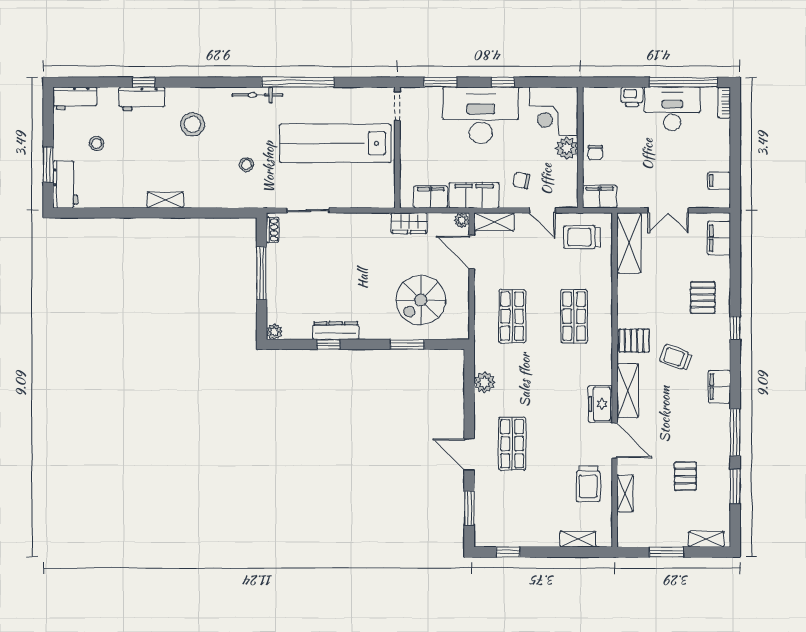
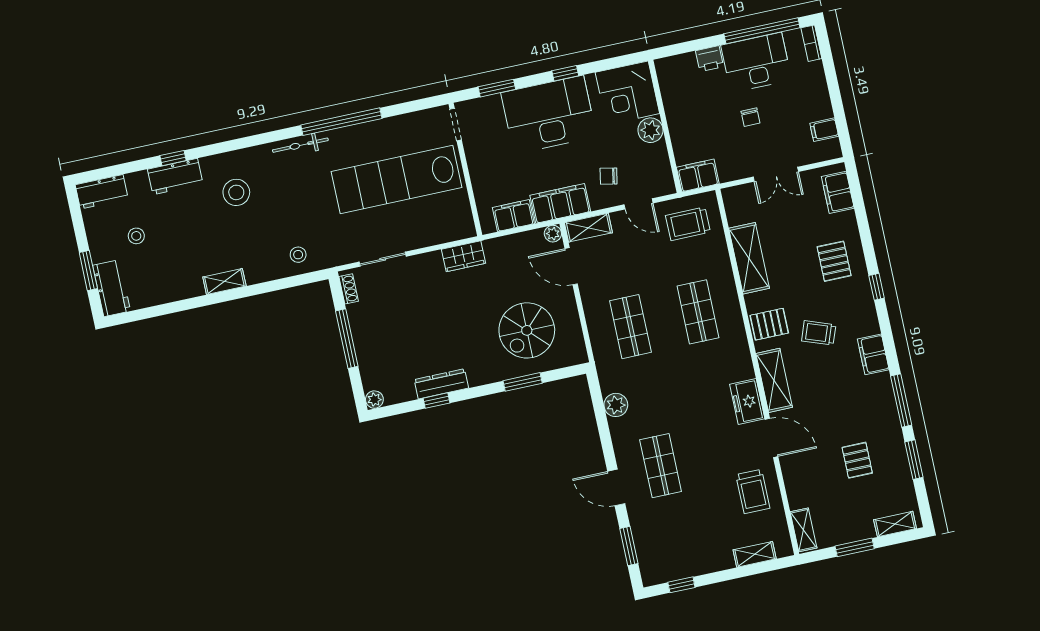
chair: (595, 152) -> (750, 117), moved
stool: (247, 165) -> (298, 255), moved
wardrobe: (409, 223) -> (463, 256), moved
shelving: (629, 243) -> (749, 258), moved
shelving: (625, 493) -> (803, 530), moved

